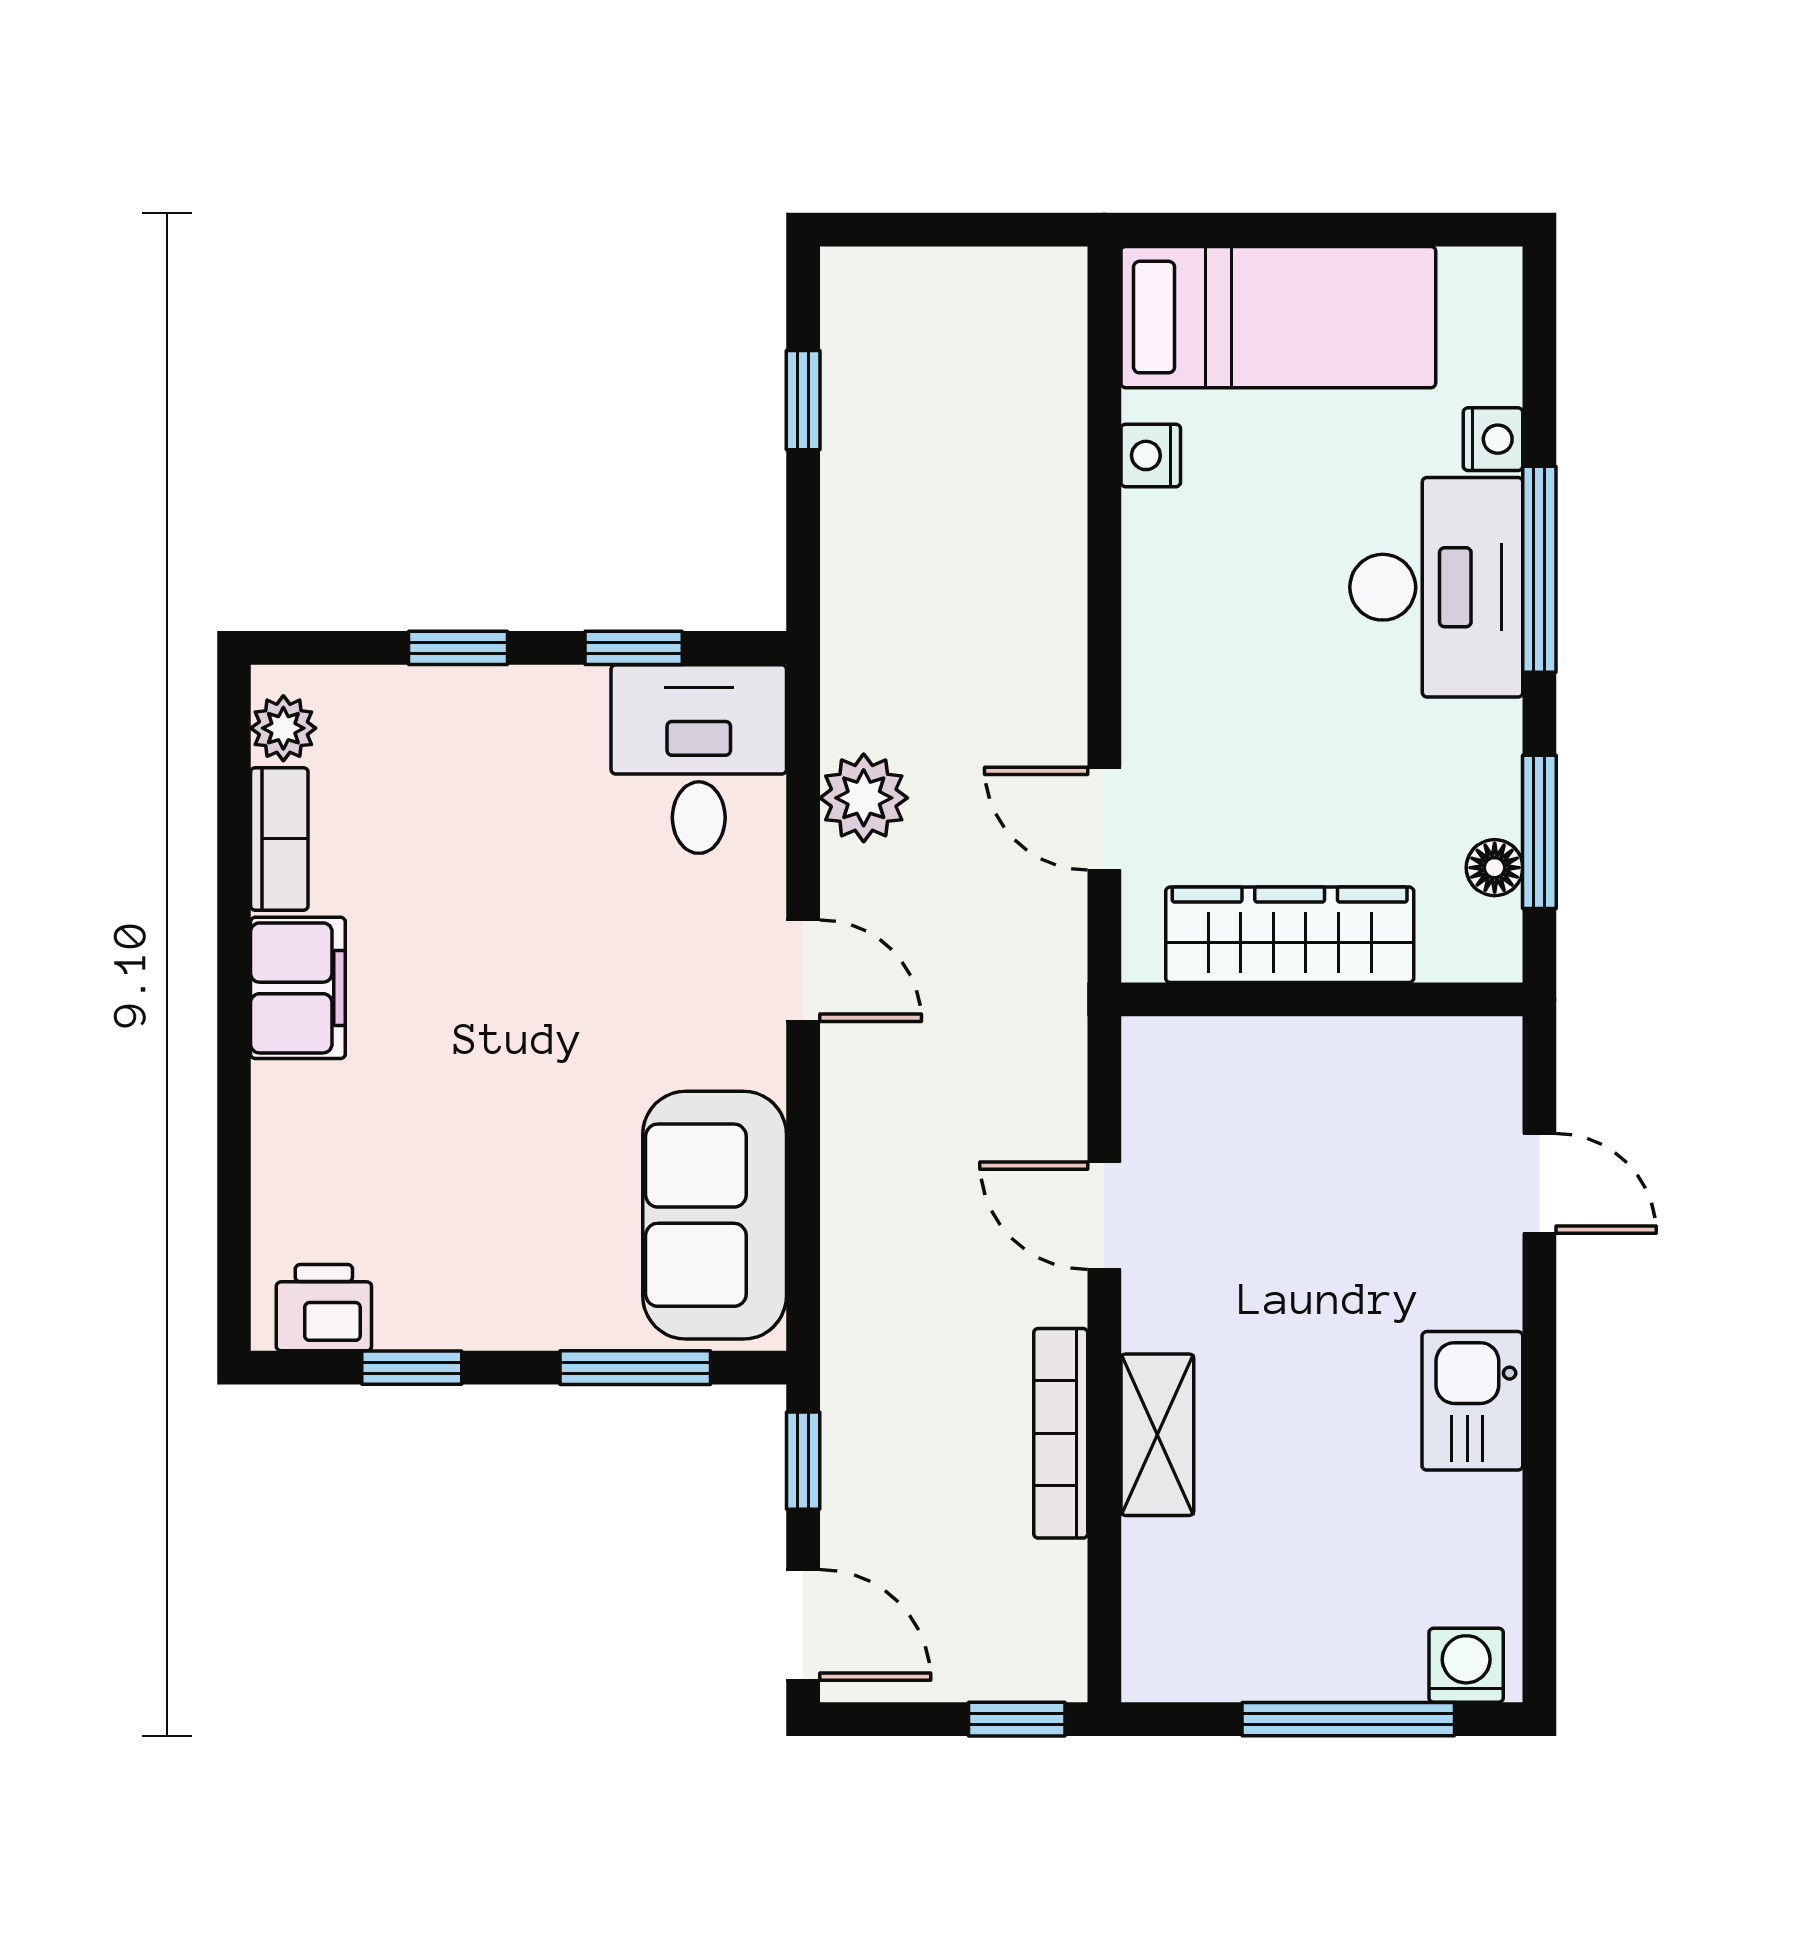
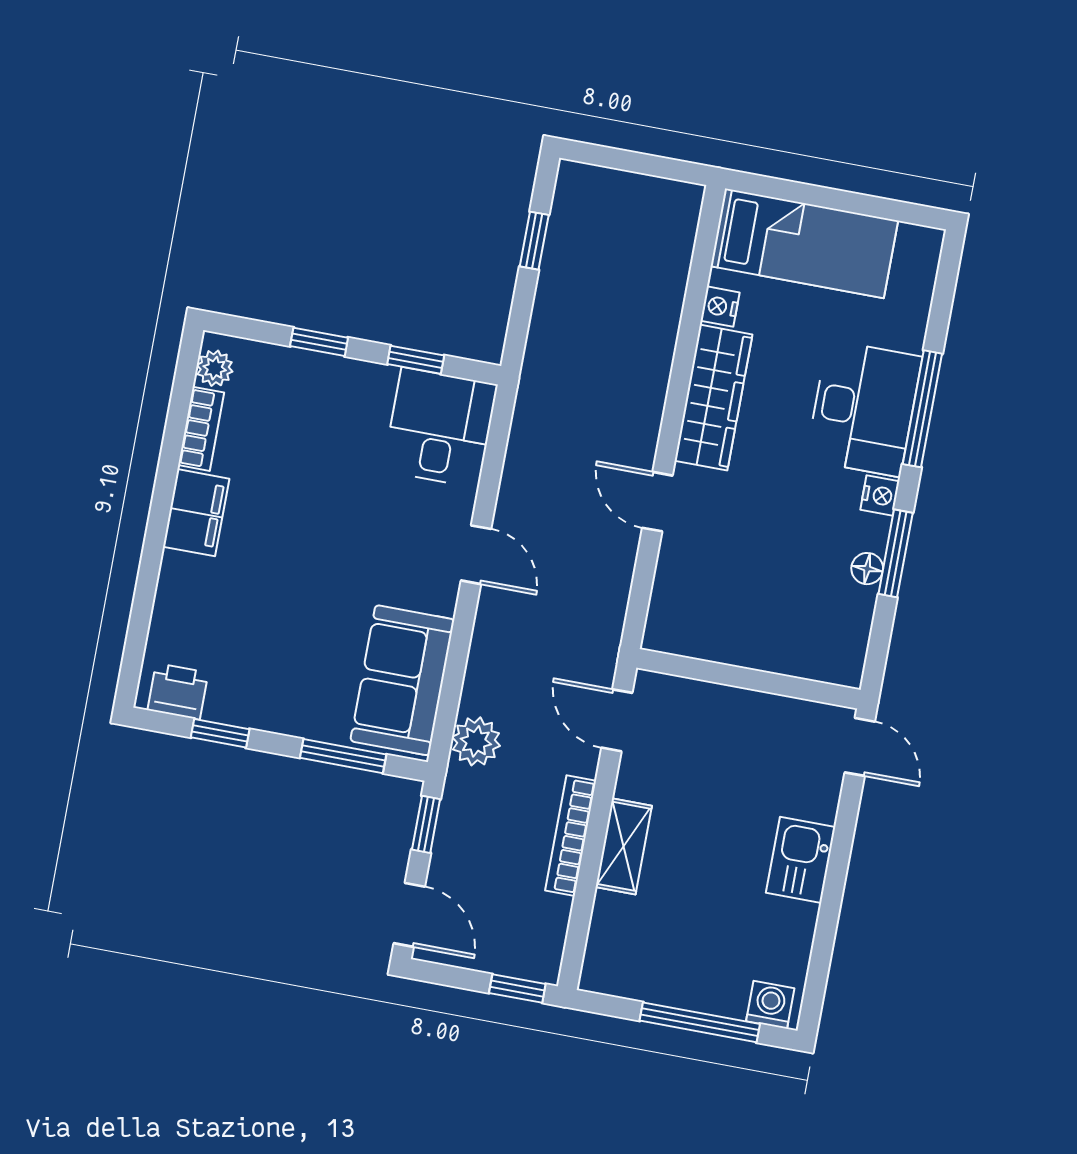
nightstand: (1493, 439) -> (880, 496), moved
plant: (864, 798) -> (476, 741), moved
wardrobe: (1290, 935) -> (713, 398), moved, turned 90
wall: (1322, 999) -> (748, 679), moved

